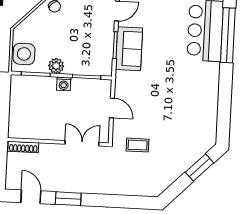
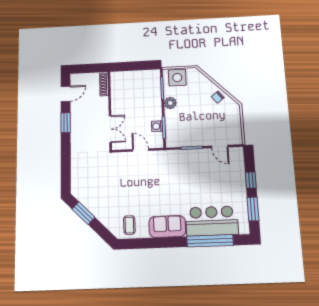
sofa: (129, 49) -> (167, 226), moved, turned 180
washing machine: (64, 84) -> (157, 126), moved
door: (112, 108) -> (141, 150), swing flipped
coffee table: (138, 145) -> (129, 225), moved
window: (199, 168) -> (83, 213), moved

